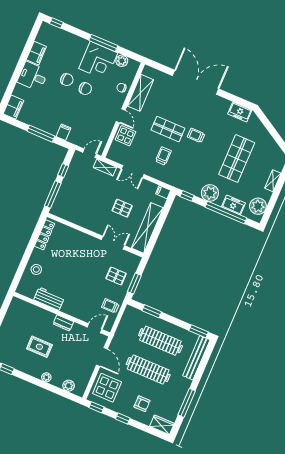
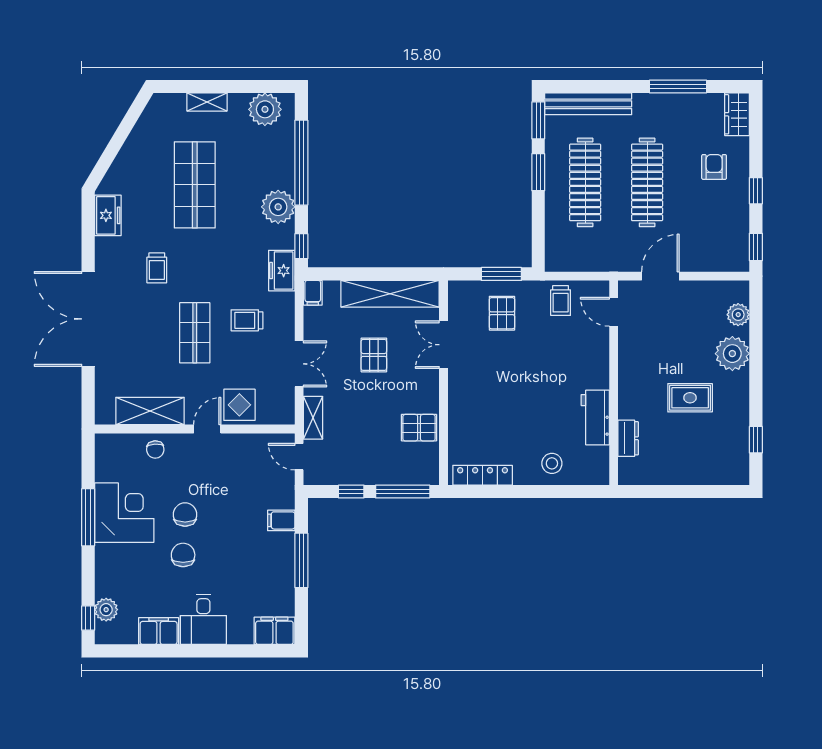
plant: (122, 61) -> (106, 610), moved
trolley: (196, 135) -> (157, 268), moved
shop shelf: (237, 159) -> (195, 185), turned 90
freezer: (233, 205) -> (282, 271), moved
pallet: (79, 215) -> (419, 428), added
window: (152, 311) -> (538, 172), moved
dresser: (63, 323) -> (628, 438), moved
rug: (39, 347) -> (690, 398), turned 90
plant: (46, 377) -> (732, 354), width x1.87, depth x1.87
display table: (107, 388) -> (712, 243), removed

